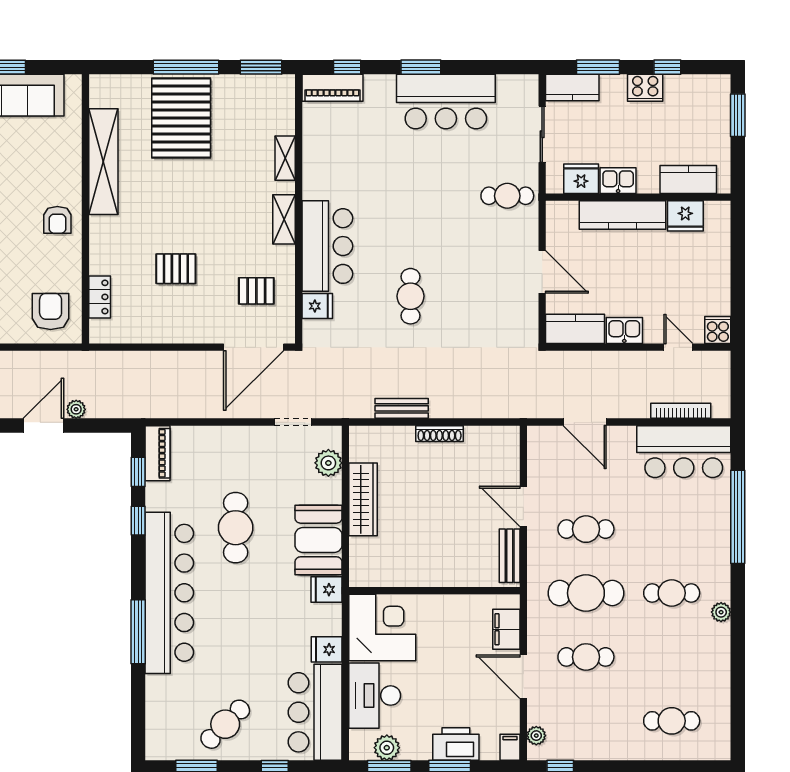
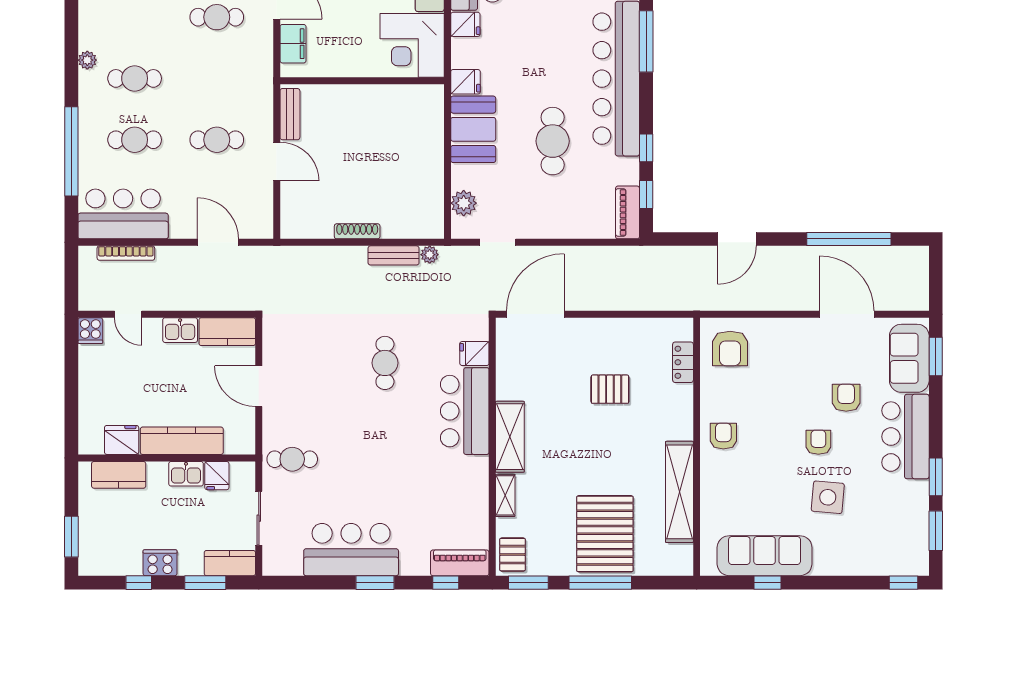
fridge: (581, 179) -> (217, 476), width x0.72
shelving: (284, 219) -> (510, 437), width x1.50, depth x1.33
pallet: (256, 291) -> (512, 555), moved, turned 90
plant: (76, 409) -> (430, 255), moved
wardrobe: (363, 499) -> (430, 168), removed
cafe table: (586, 593) -> (135, 140), moved, width x0.73, depth x0.74

